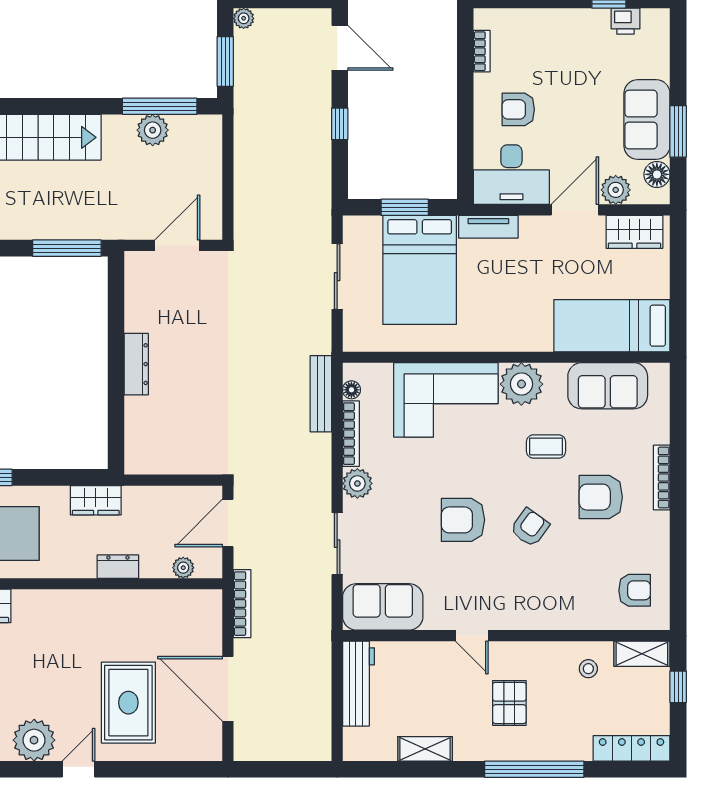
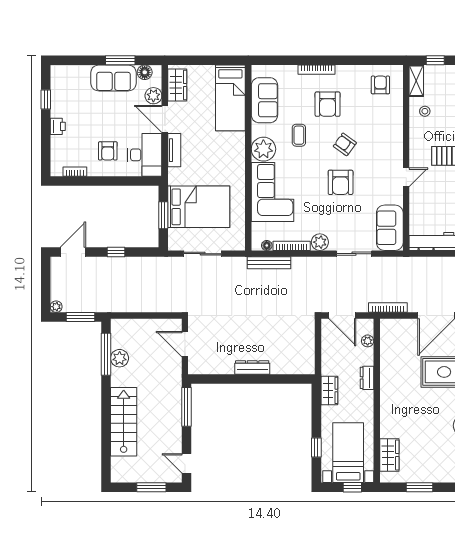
printer: (625, 21) -> (58, 126), moved
tv unit: (488, 227) -> (174, 150), moved

